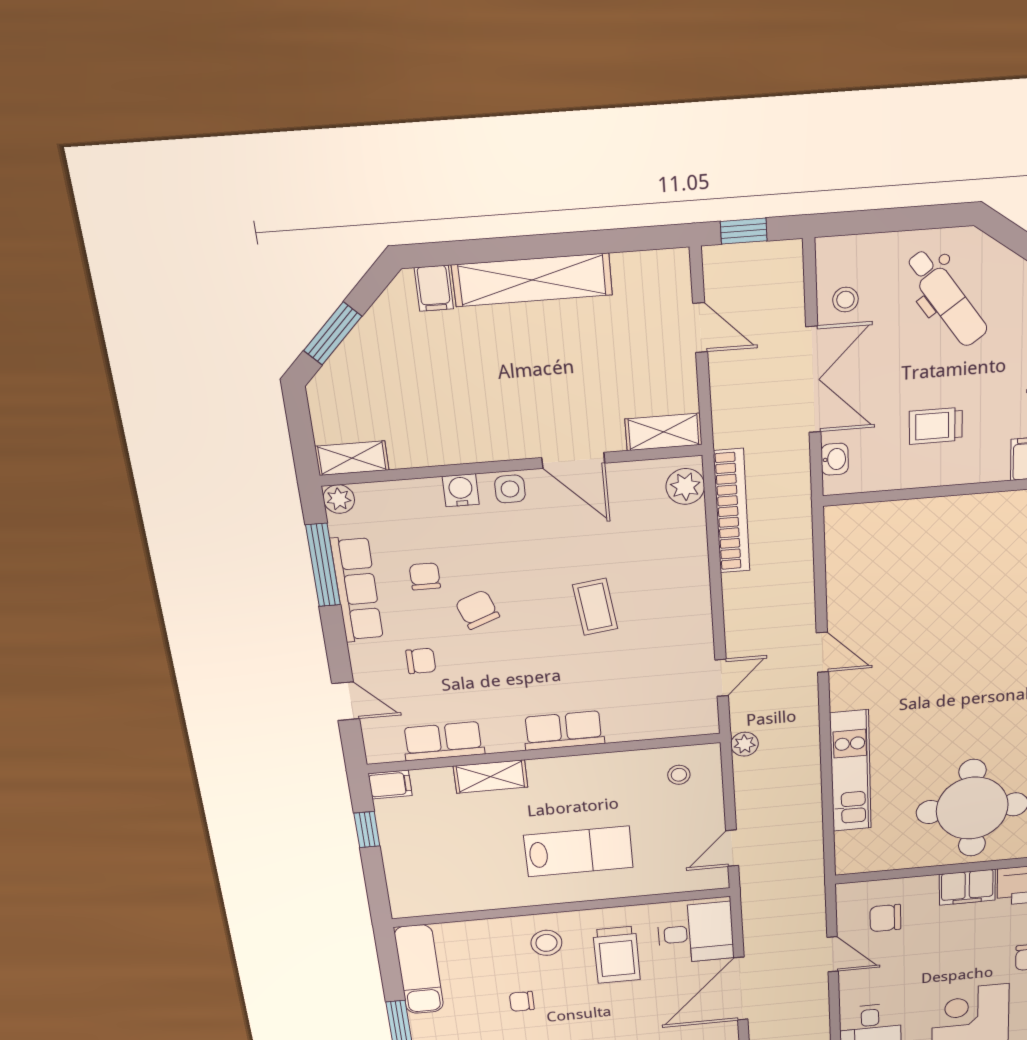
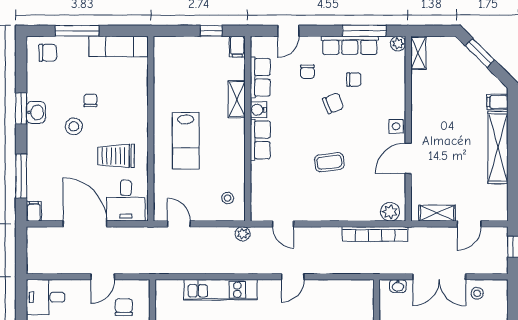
shelving: (664, 432) -> (437, 213), moved, turned 90
water cooler: (461, 490) -> (258, 110), moved, turned 180
stool: (546, 943) -> (74, 126), moved

